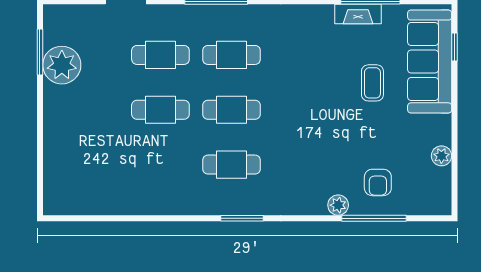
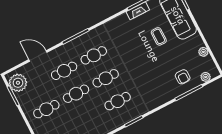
plant: (62, 65) -> (18, 83), moved
cafe table: (89, 110) -> (46, 109), added
plant: (338, 205) -> (206, 77), moved

